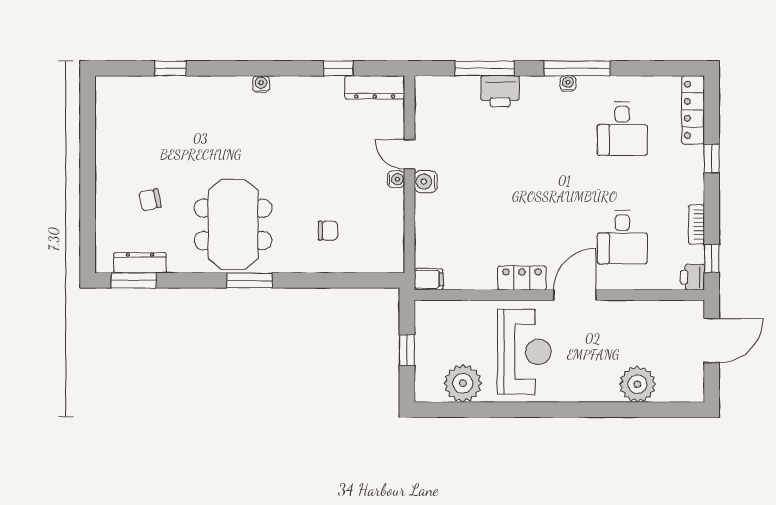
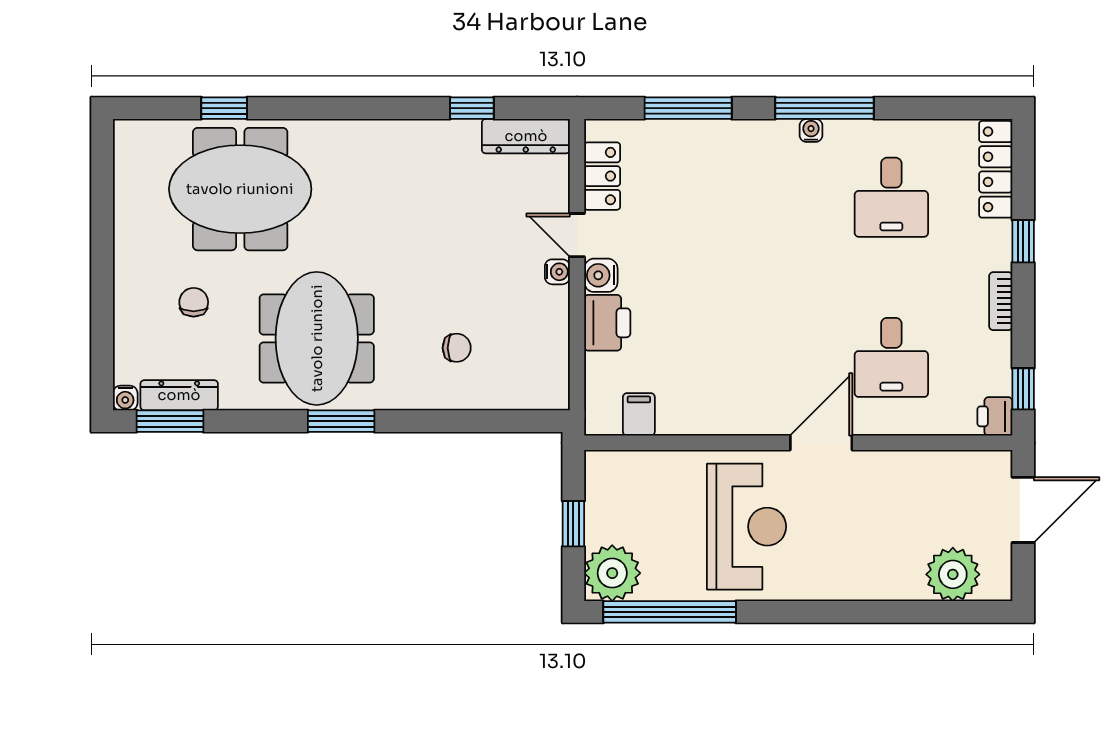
water cooler: (261, 84) -> (125, 398), moved, turned 180
printer: (500, 91) -> (607, 323), moved, turned -90
meeting table: (181, 123) -> (240, 189), added
chair: (150, 200) -> (194, 302), turned 102
bookcase: (696, 224) -> (1001, 301), moved
locker: (522, 278) -> (602, 176), moved, turned 90
filing cabinet: (429, 279) -> (639, 414), moved, turned -90
plant: (463, 383) -> (612, 573), moved
plant: (637, 384) -> (953, 574), moved
window: (472, 410) -> (670, 612), added

